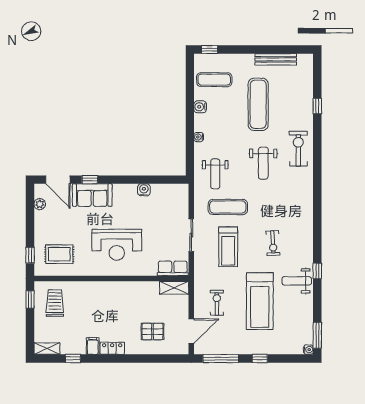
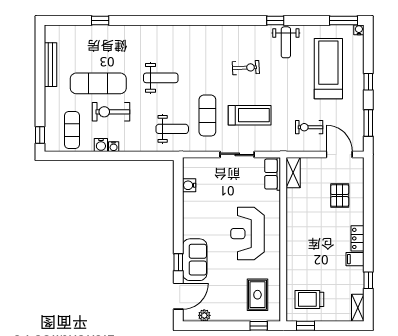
water cooler: (199, 137) -> (114, 147), moved
exercise bike: (298, 149) -> (111, 112), moved
water cooler: (144, 190) -> (189, 185), moved
reception desk: (117, 245) -> (247, 234), turned 180
treadmill: (260, 301) -> (328, 69), moved, turned -90
window: (221, 358) -> (368, 123), width x0.69

